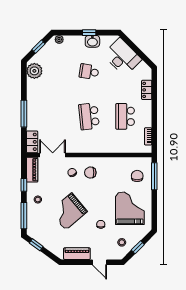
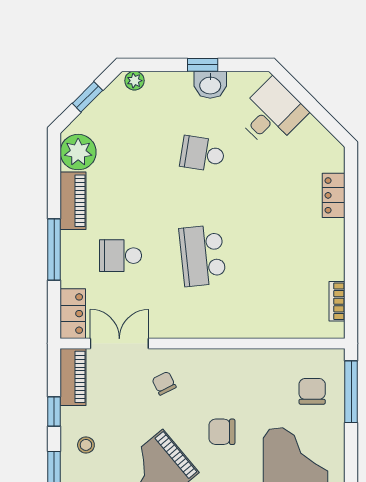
desk: (122, 57) -> (271, 114), width x0.73
piano: (32, 92) -> (73, 201), added
school desk: (125, 116) -> (121, 256), moved, width x0.54
chair: (90, 173) -> (222, 432), moved

